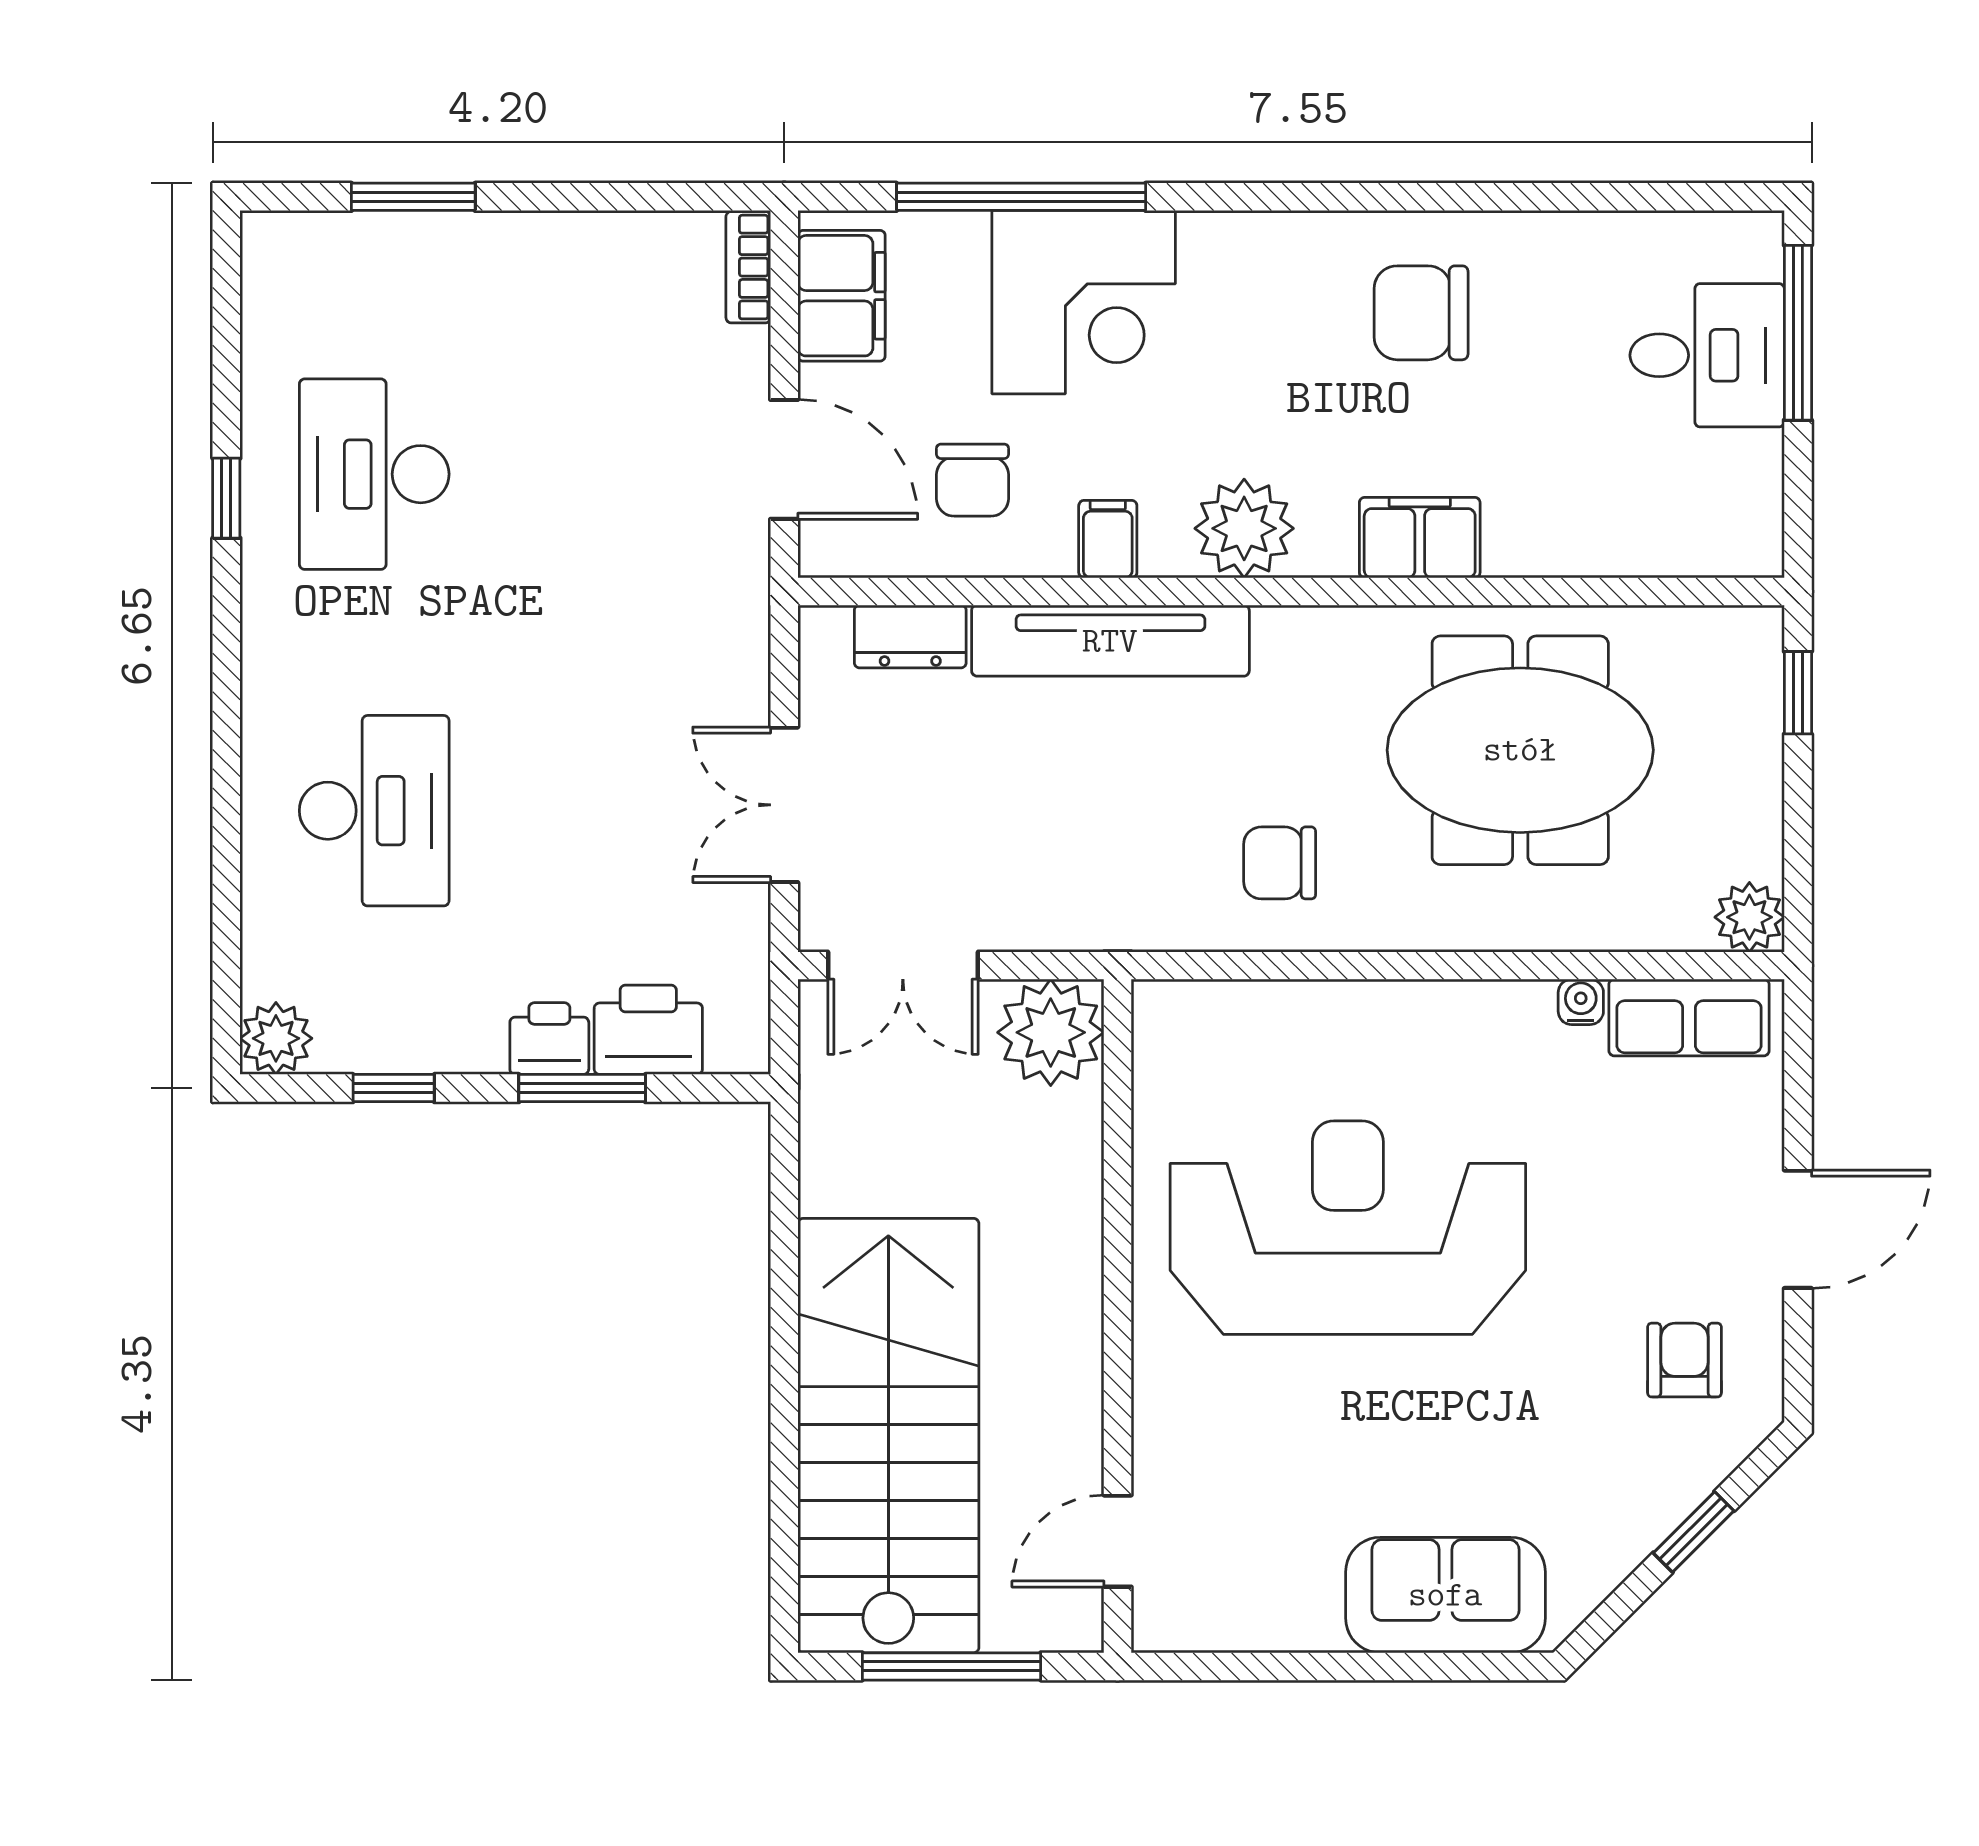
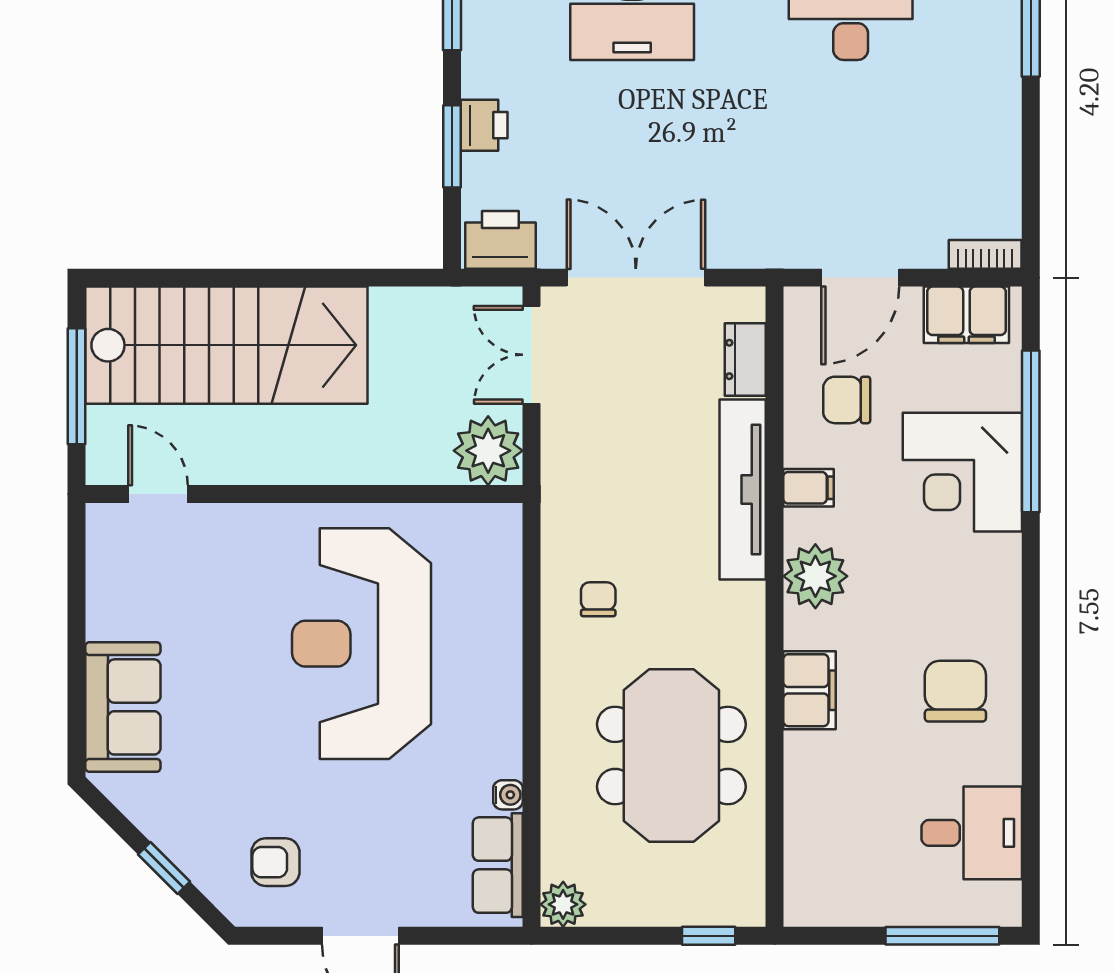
desk: (1707, 355) -> (972, 833), moved, turned -90
double door: (784, 805) -> (636, 278), width x1.37
chair: (1280, 863) -> (598, 599), width x0.73, depth x0.73
printer: (648, 1030) -> (500, 240), moved, turned -90
reception desk: (1348, 1228) -> (361, 644), turned 180
armchair: (1684, 1360) -> (275, 862), turned 180

